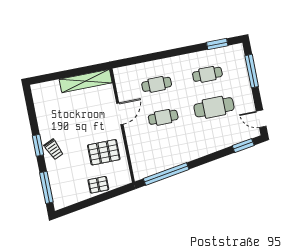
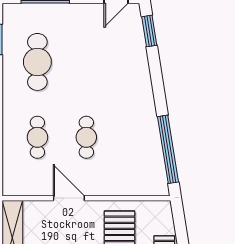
cafe table: (207, 74) -> (37, 62), width x1.37, depth x1.35
cafe table: (214, 107) -> (86, 62), removed

